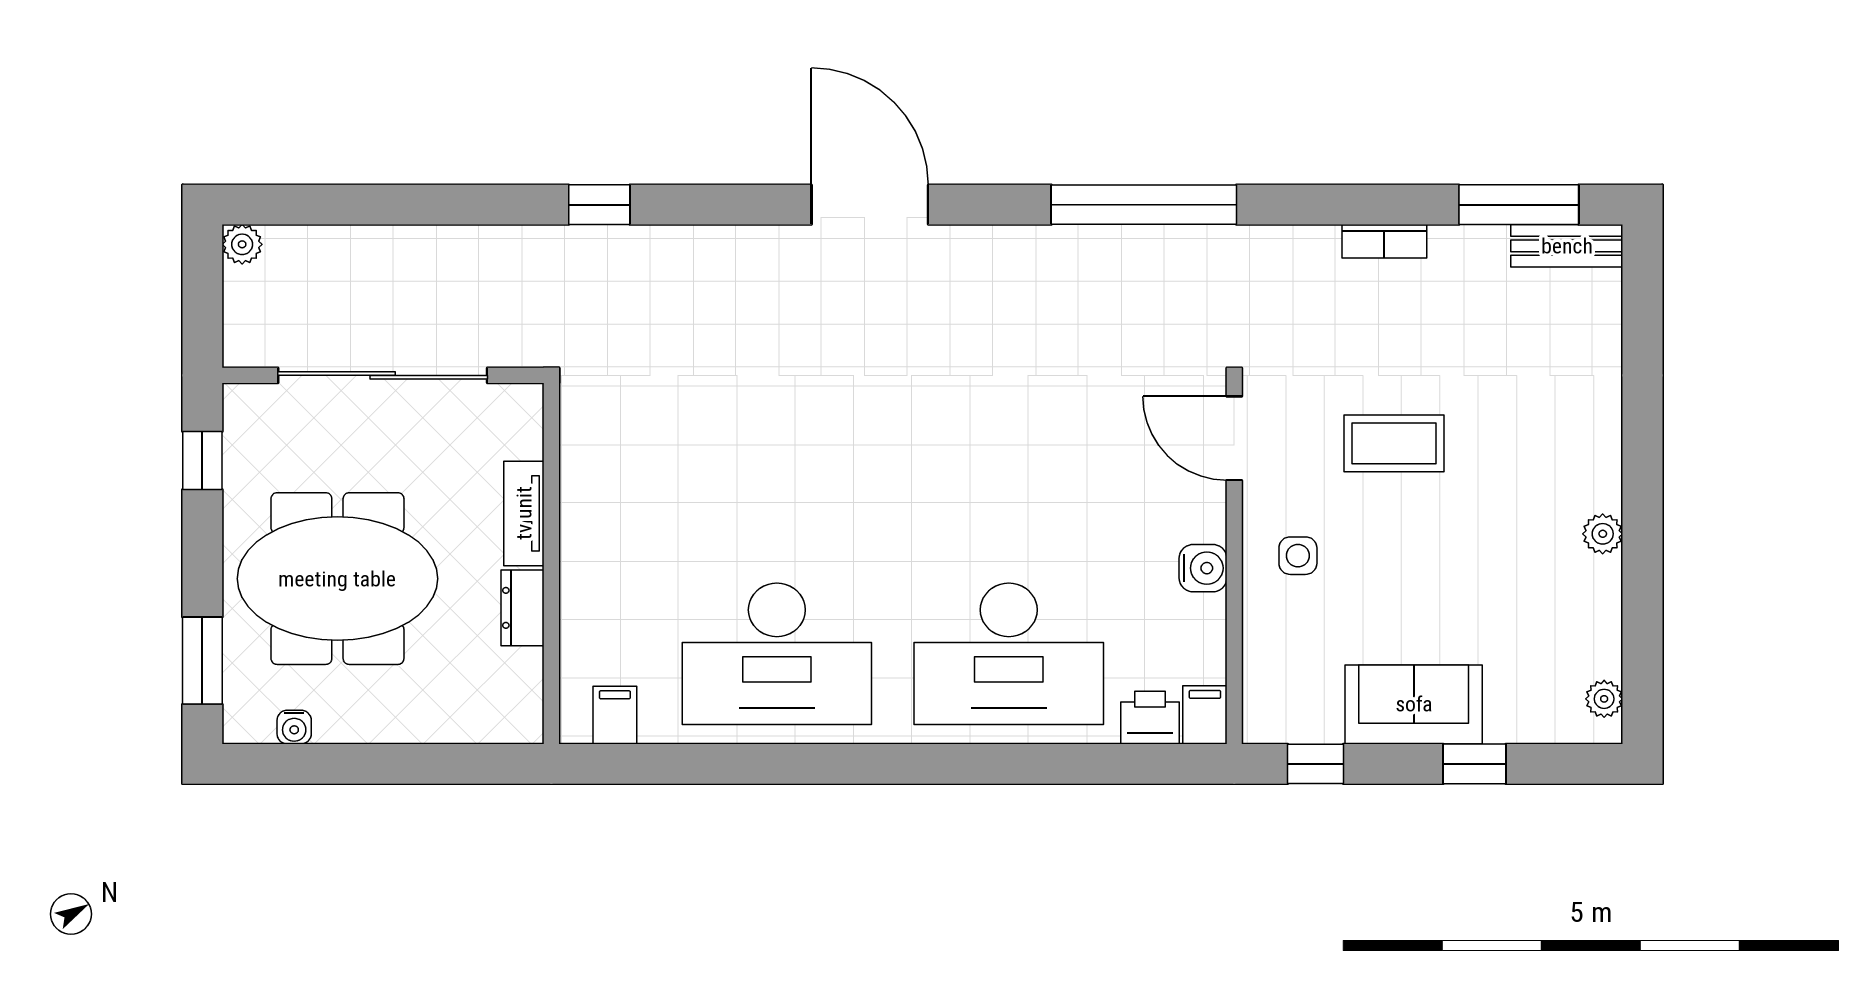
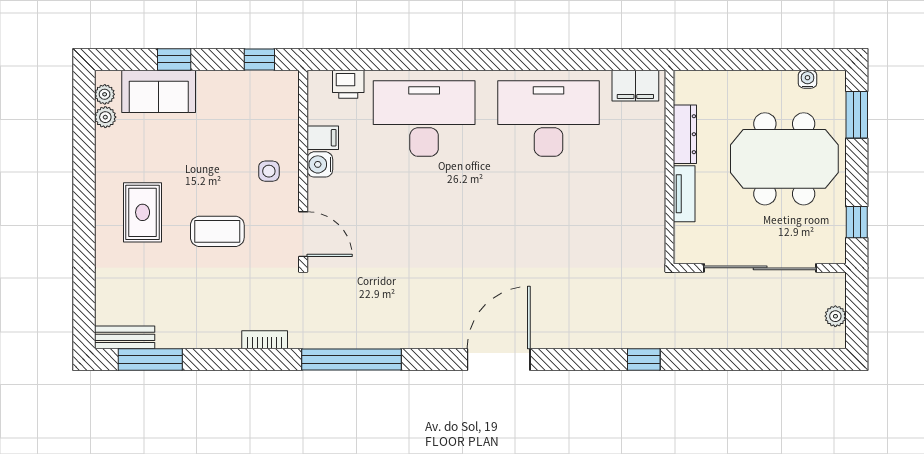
door: (870, 205) -> (499, 359), swing flipped
bookcase: (1384, 241) -> (265, 340), moved
plant: (242, 244) -> (835, 316), moved
rug: (1533, 479) -> (143, 212), added
plant: (1603, 534) -> (105, 117), moved
dresser: (523, 608) -> (685, 134), width x1.44
sofa: (1414, 704) -> (159, 91), moved
filing cabinet: (615, 715) -> (635, 86), width x2.00
filing cabinet: (1205, 715) -> (323, 138), moved, turned -90

